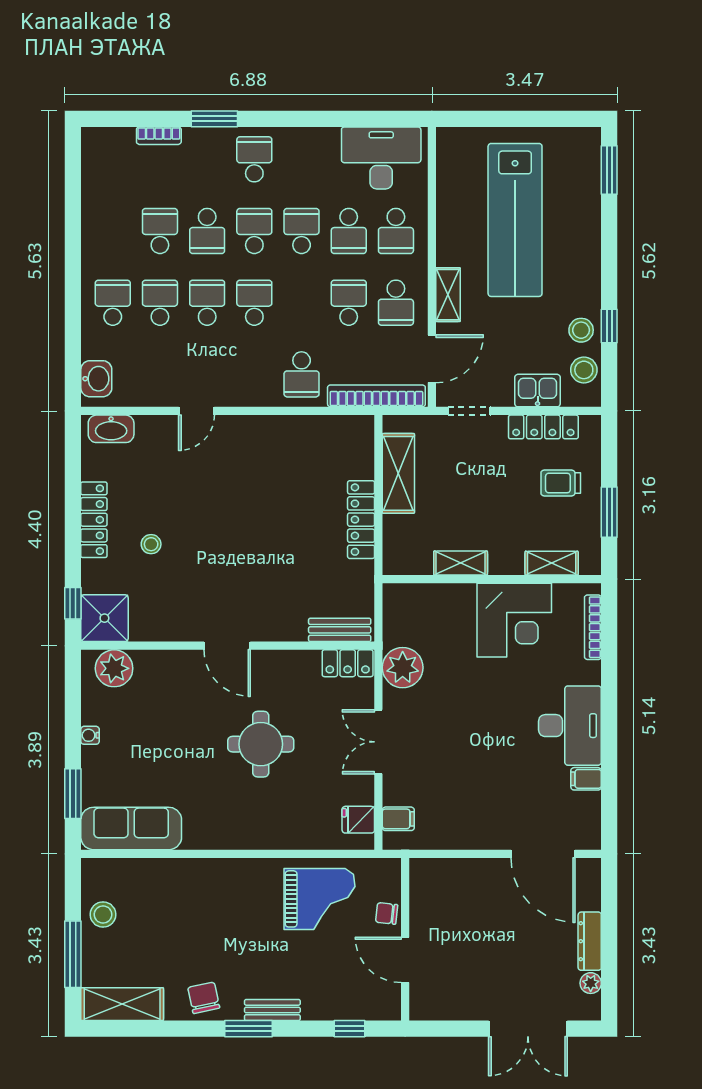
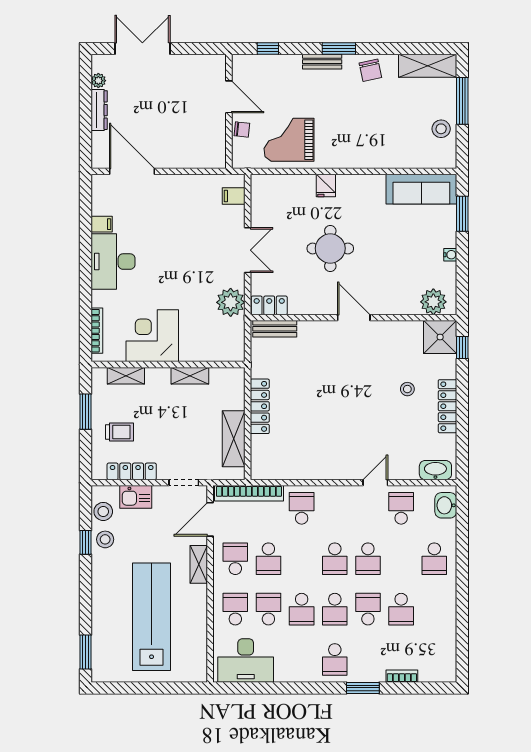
school desk: (160, 303) -> (401, 508), moved, turned 180
fridge: (358, 820) -> (326, 186), moved, turned 90

